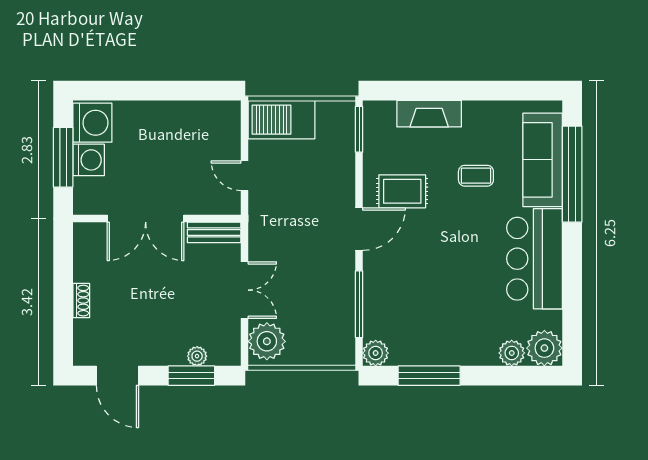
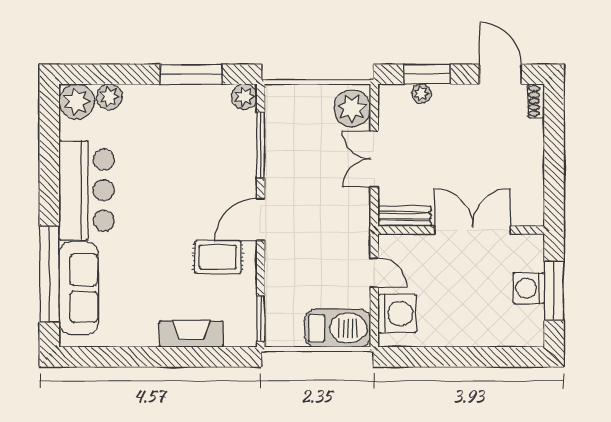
washing machine: (92, 123) -> (397, 313), moved, turned 180
coffee table: (476, 176) -> (145, 273), removed
shoe rack: (81, 301) -> (536, 101), moved

